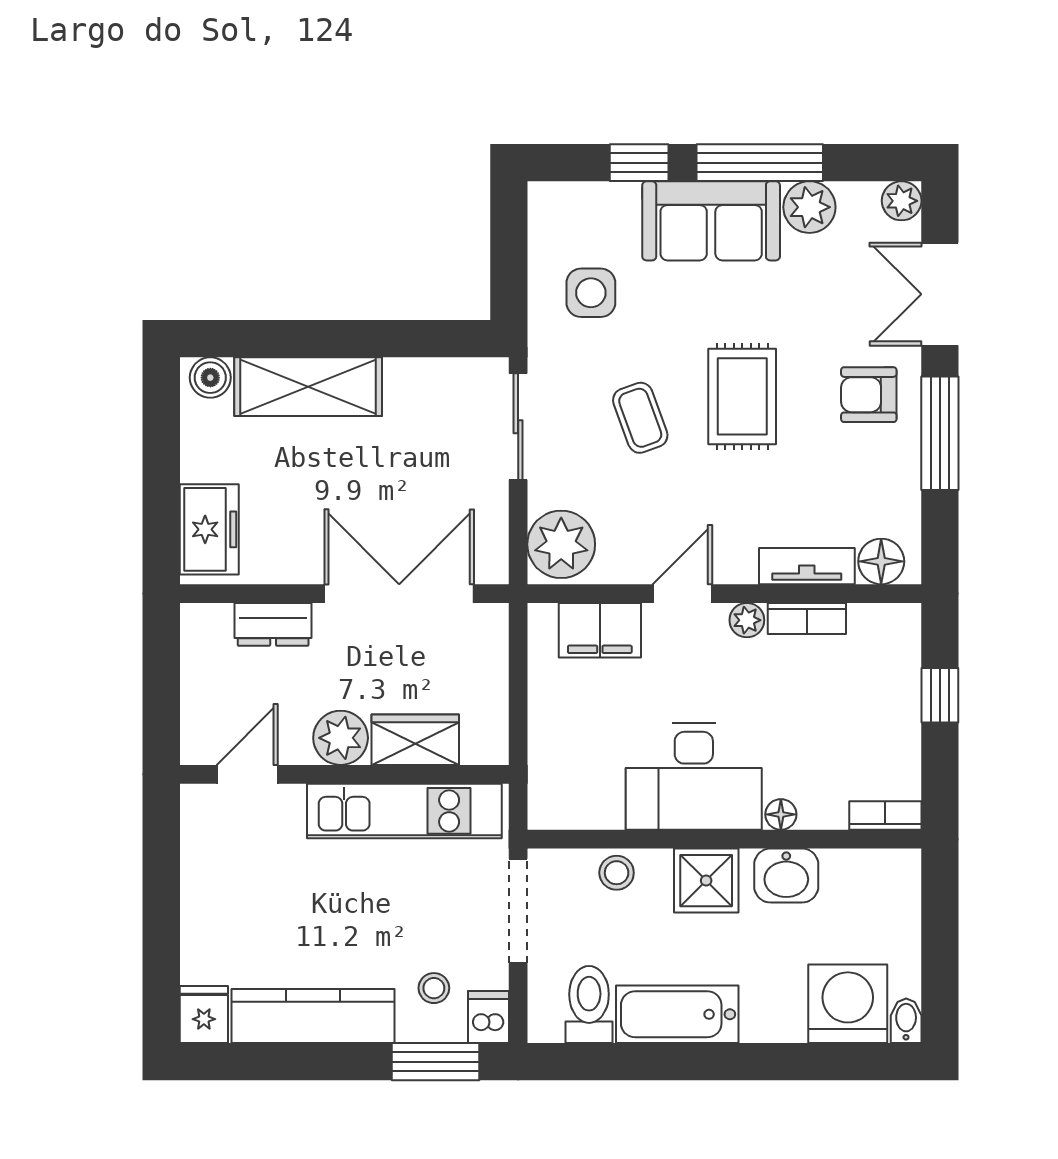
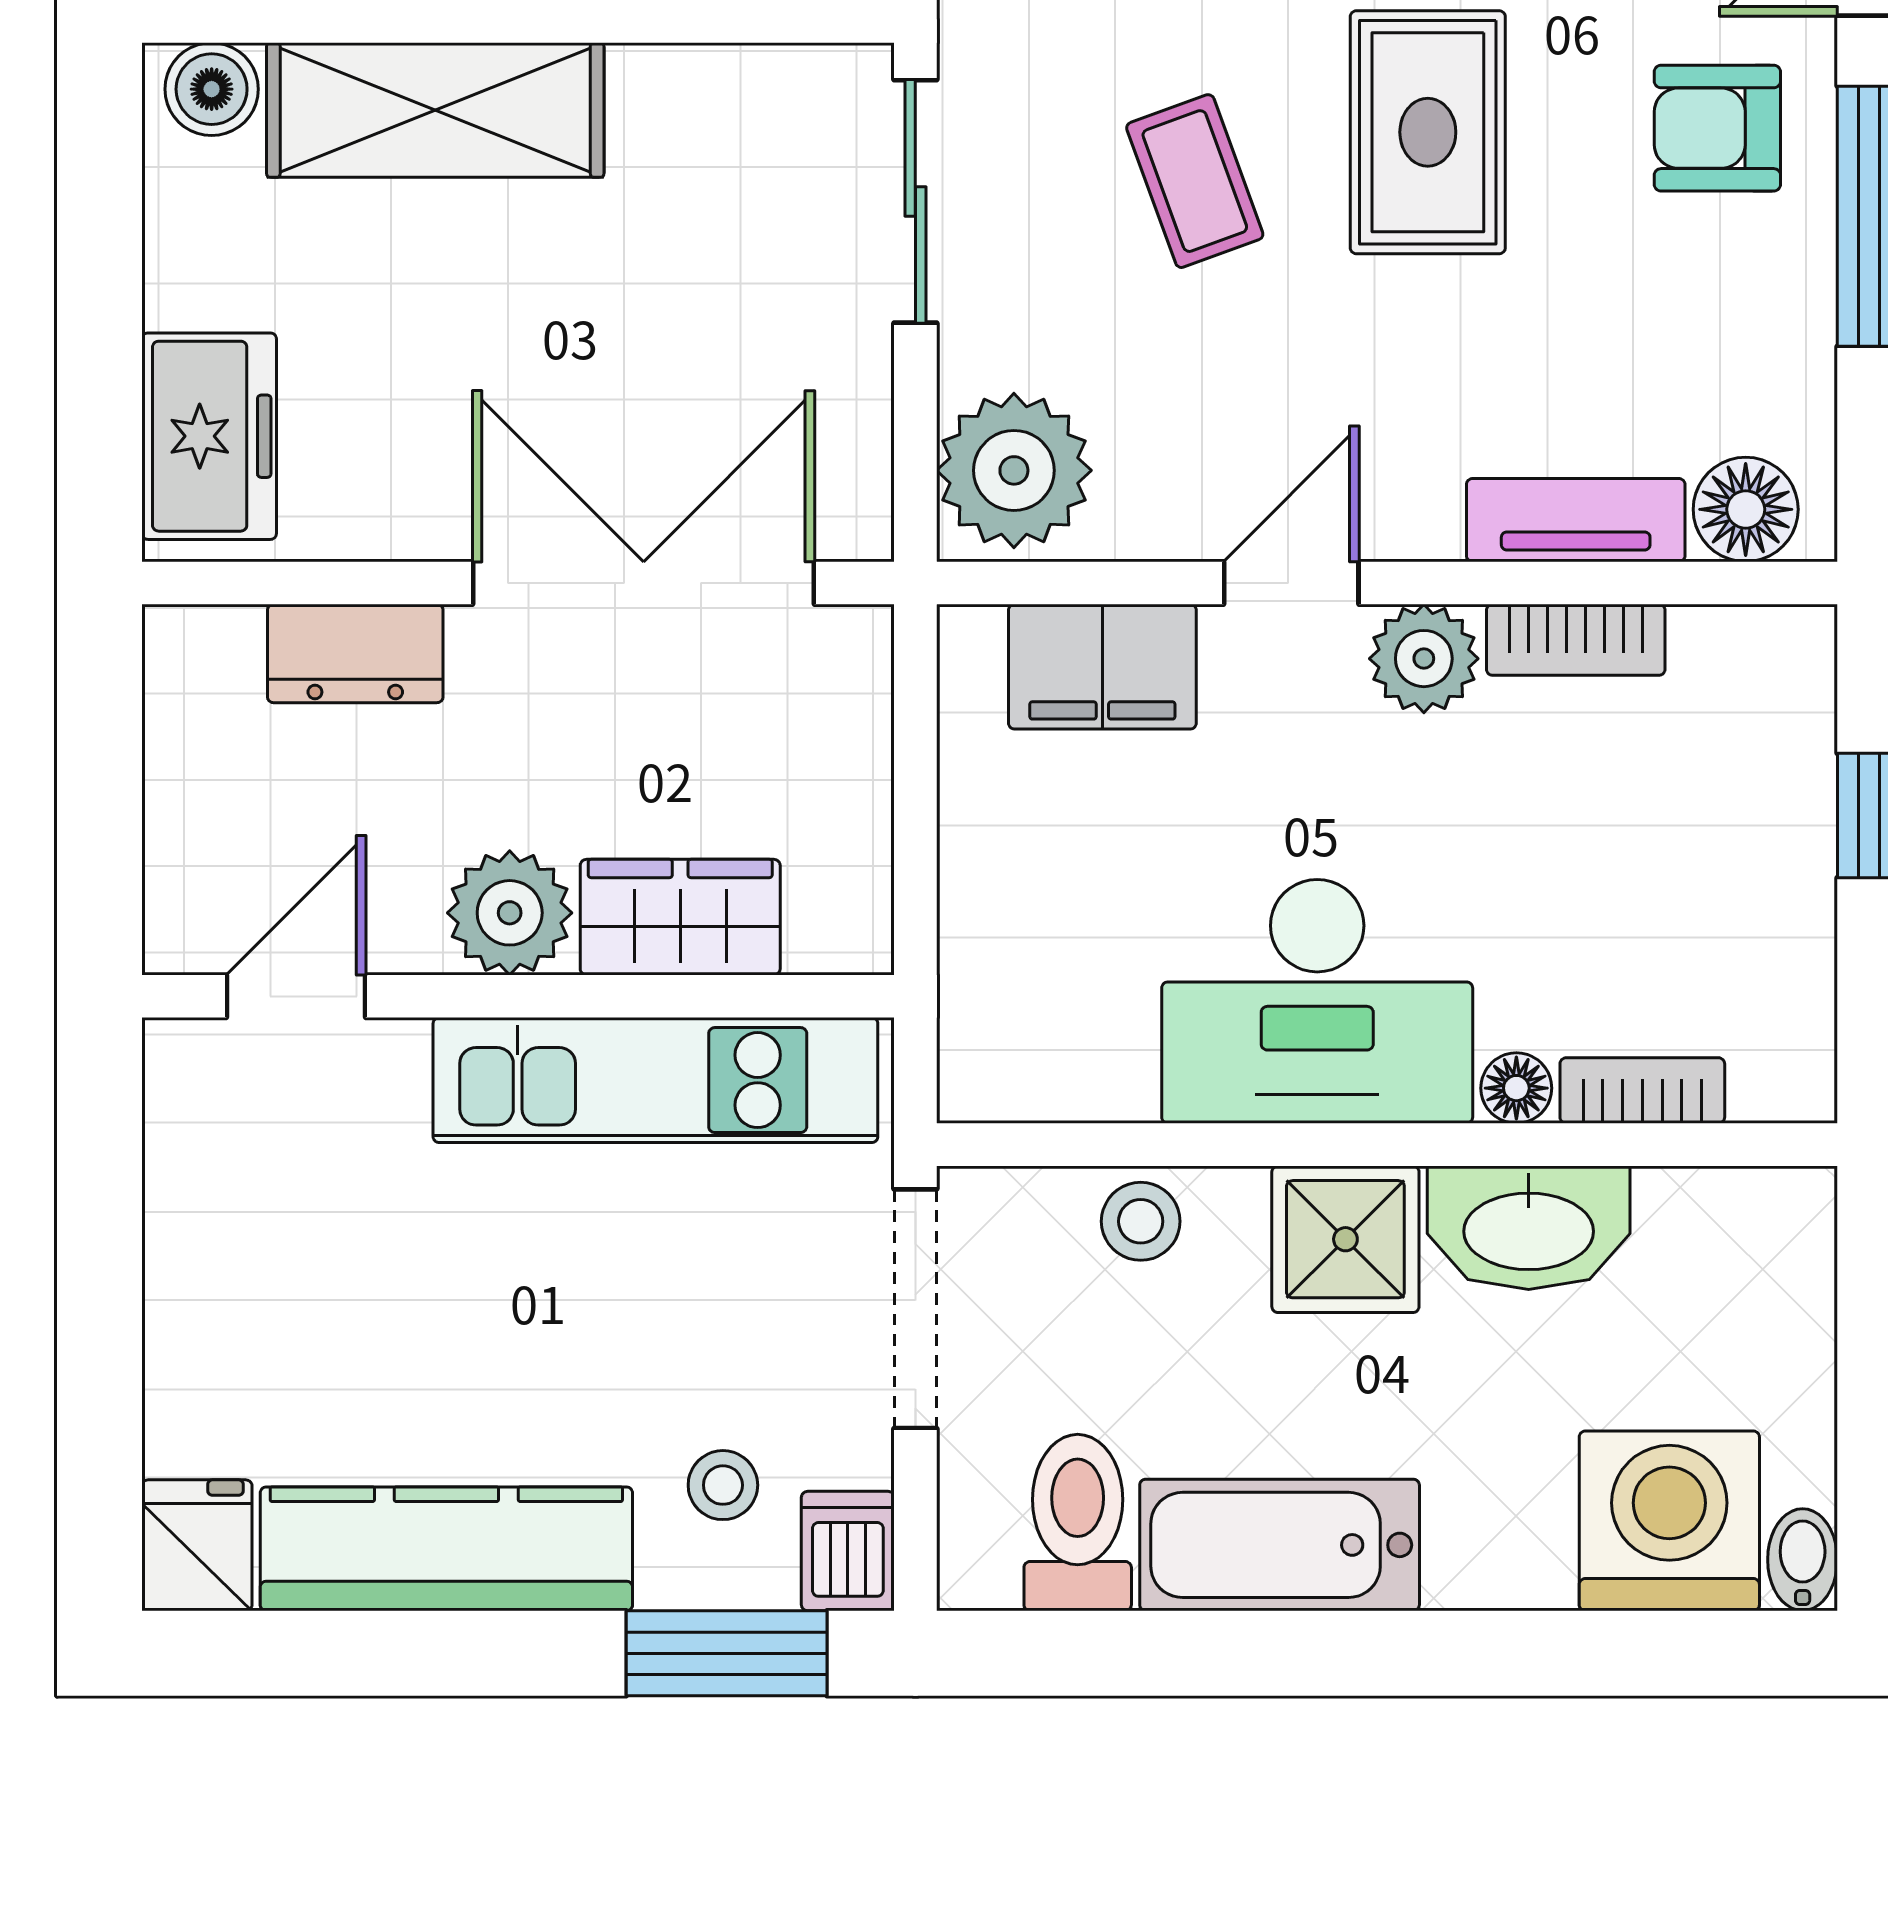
plant: (747, 620) -> (1424, 659), width x1.38, depth x1.38
bookcase: (885, 816) -> (1642, 1091), moved
washbasin: (786, 876) -> (1529, 1228), width x1.38

